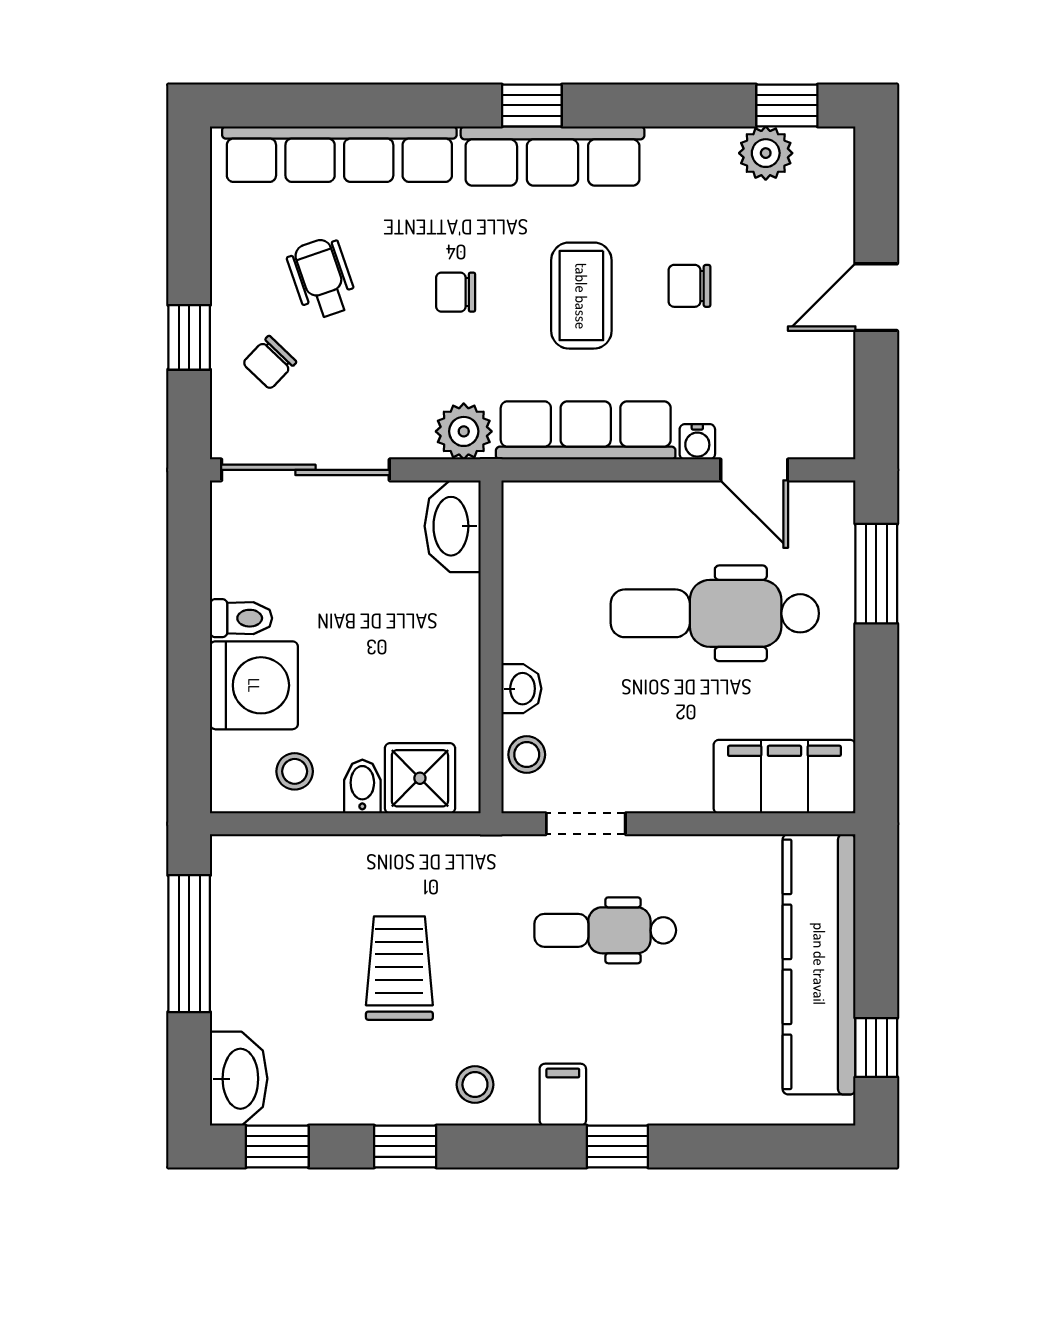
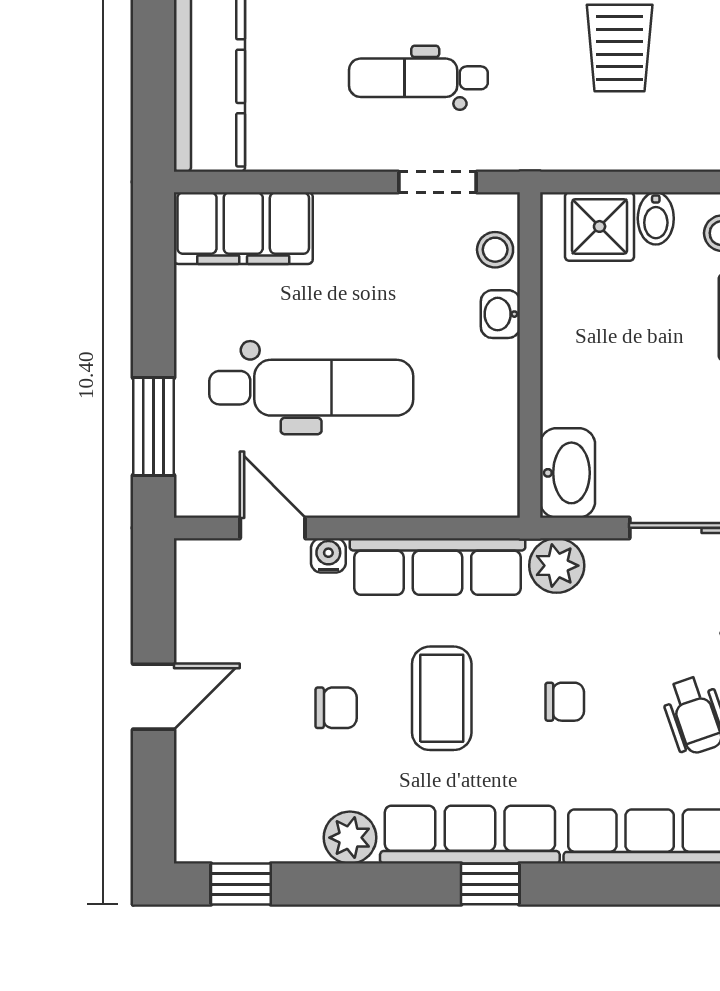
plant: (766, 153) -> (350, 838), moved
dental chair: (605, 930) -> (418, 78), turned 180

